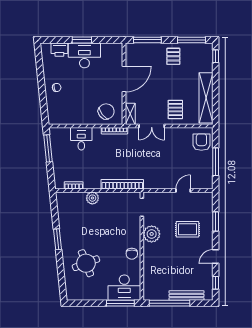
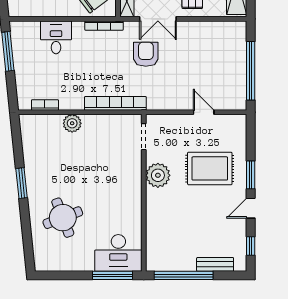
armchair: (201, 142) -> (146, 54), moved
window: (216, 162) -> (251, 71), width x1.46
door: (183, 190) -> (204, 112), hinge flipped
window: (216, 221) -> (251, 175), moved
rug: (187, 229) -> (210, 168), width x1.36, depth x1.43
chair: (132, 254) -> (129, 204), removed
bench: (187, 295) -> (215, 264), width x0.73

